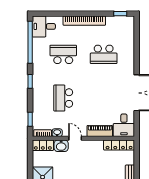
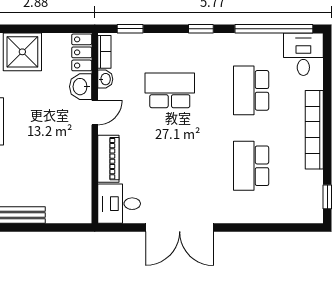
school desk: (63, 54) -> (251, 90), turned 180
locker: (119, 145) -> (82, 195), removed

